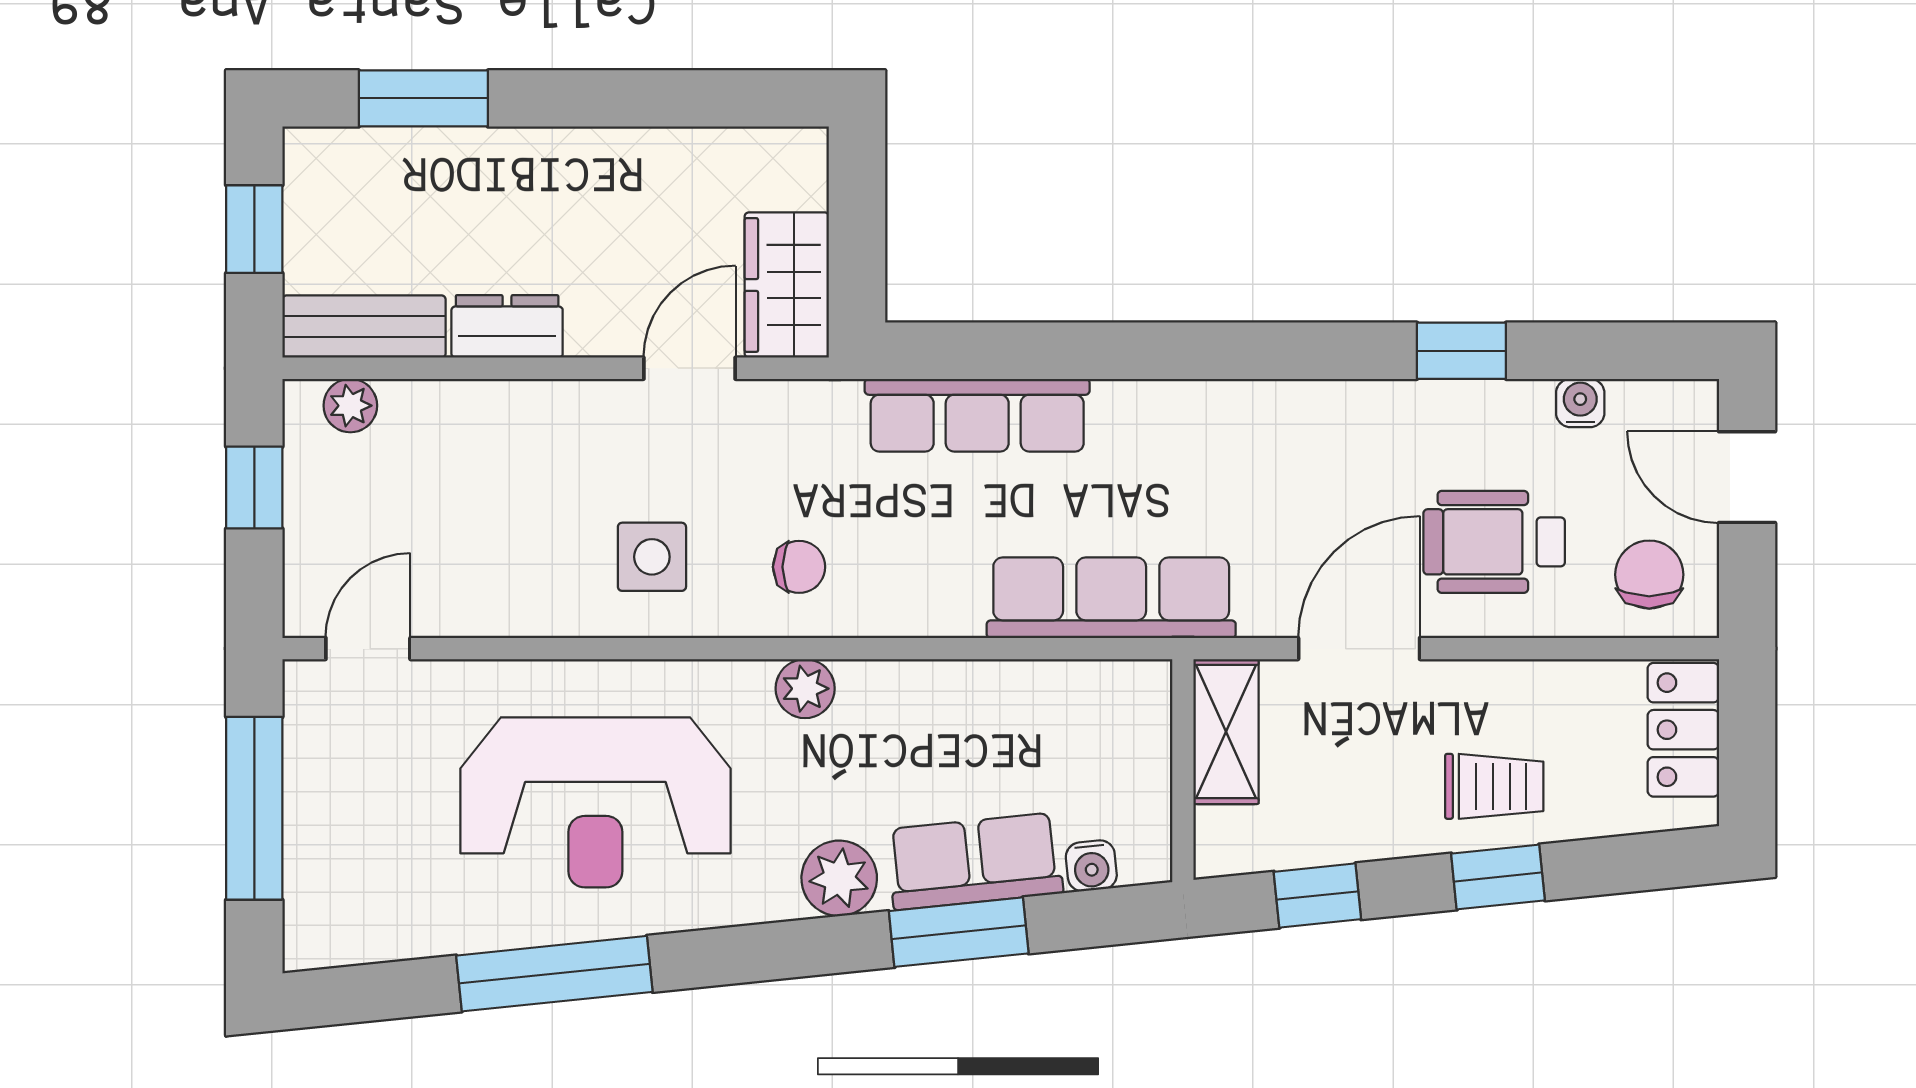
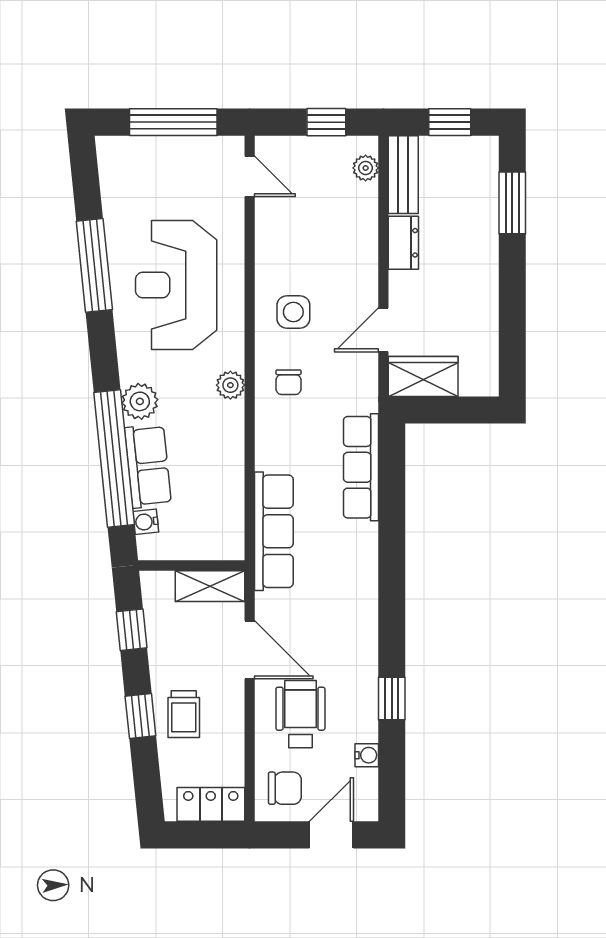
door: (689, 368) -> (383, 330), swing flipped
window: (959, 932) -> (114, 458), width x2.11

